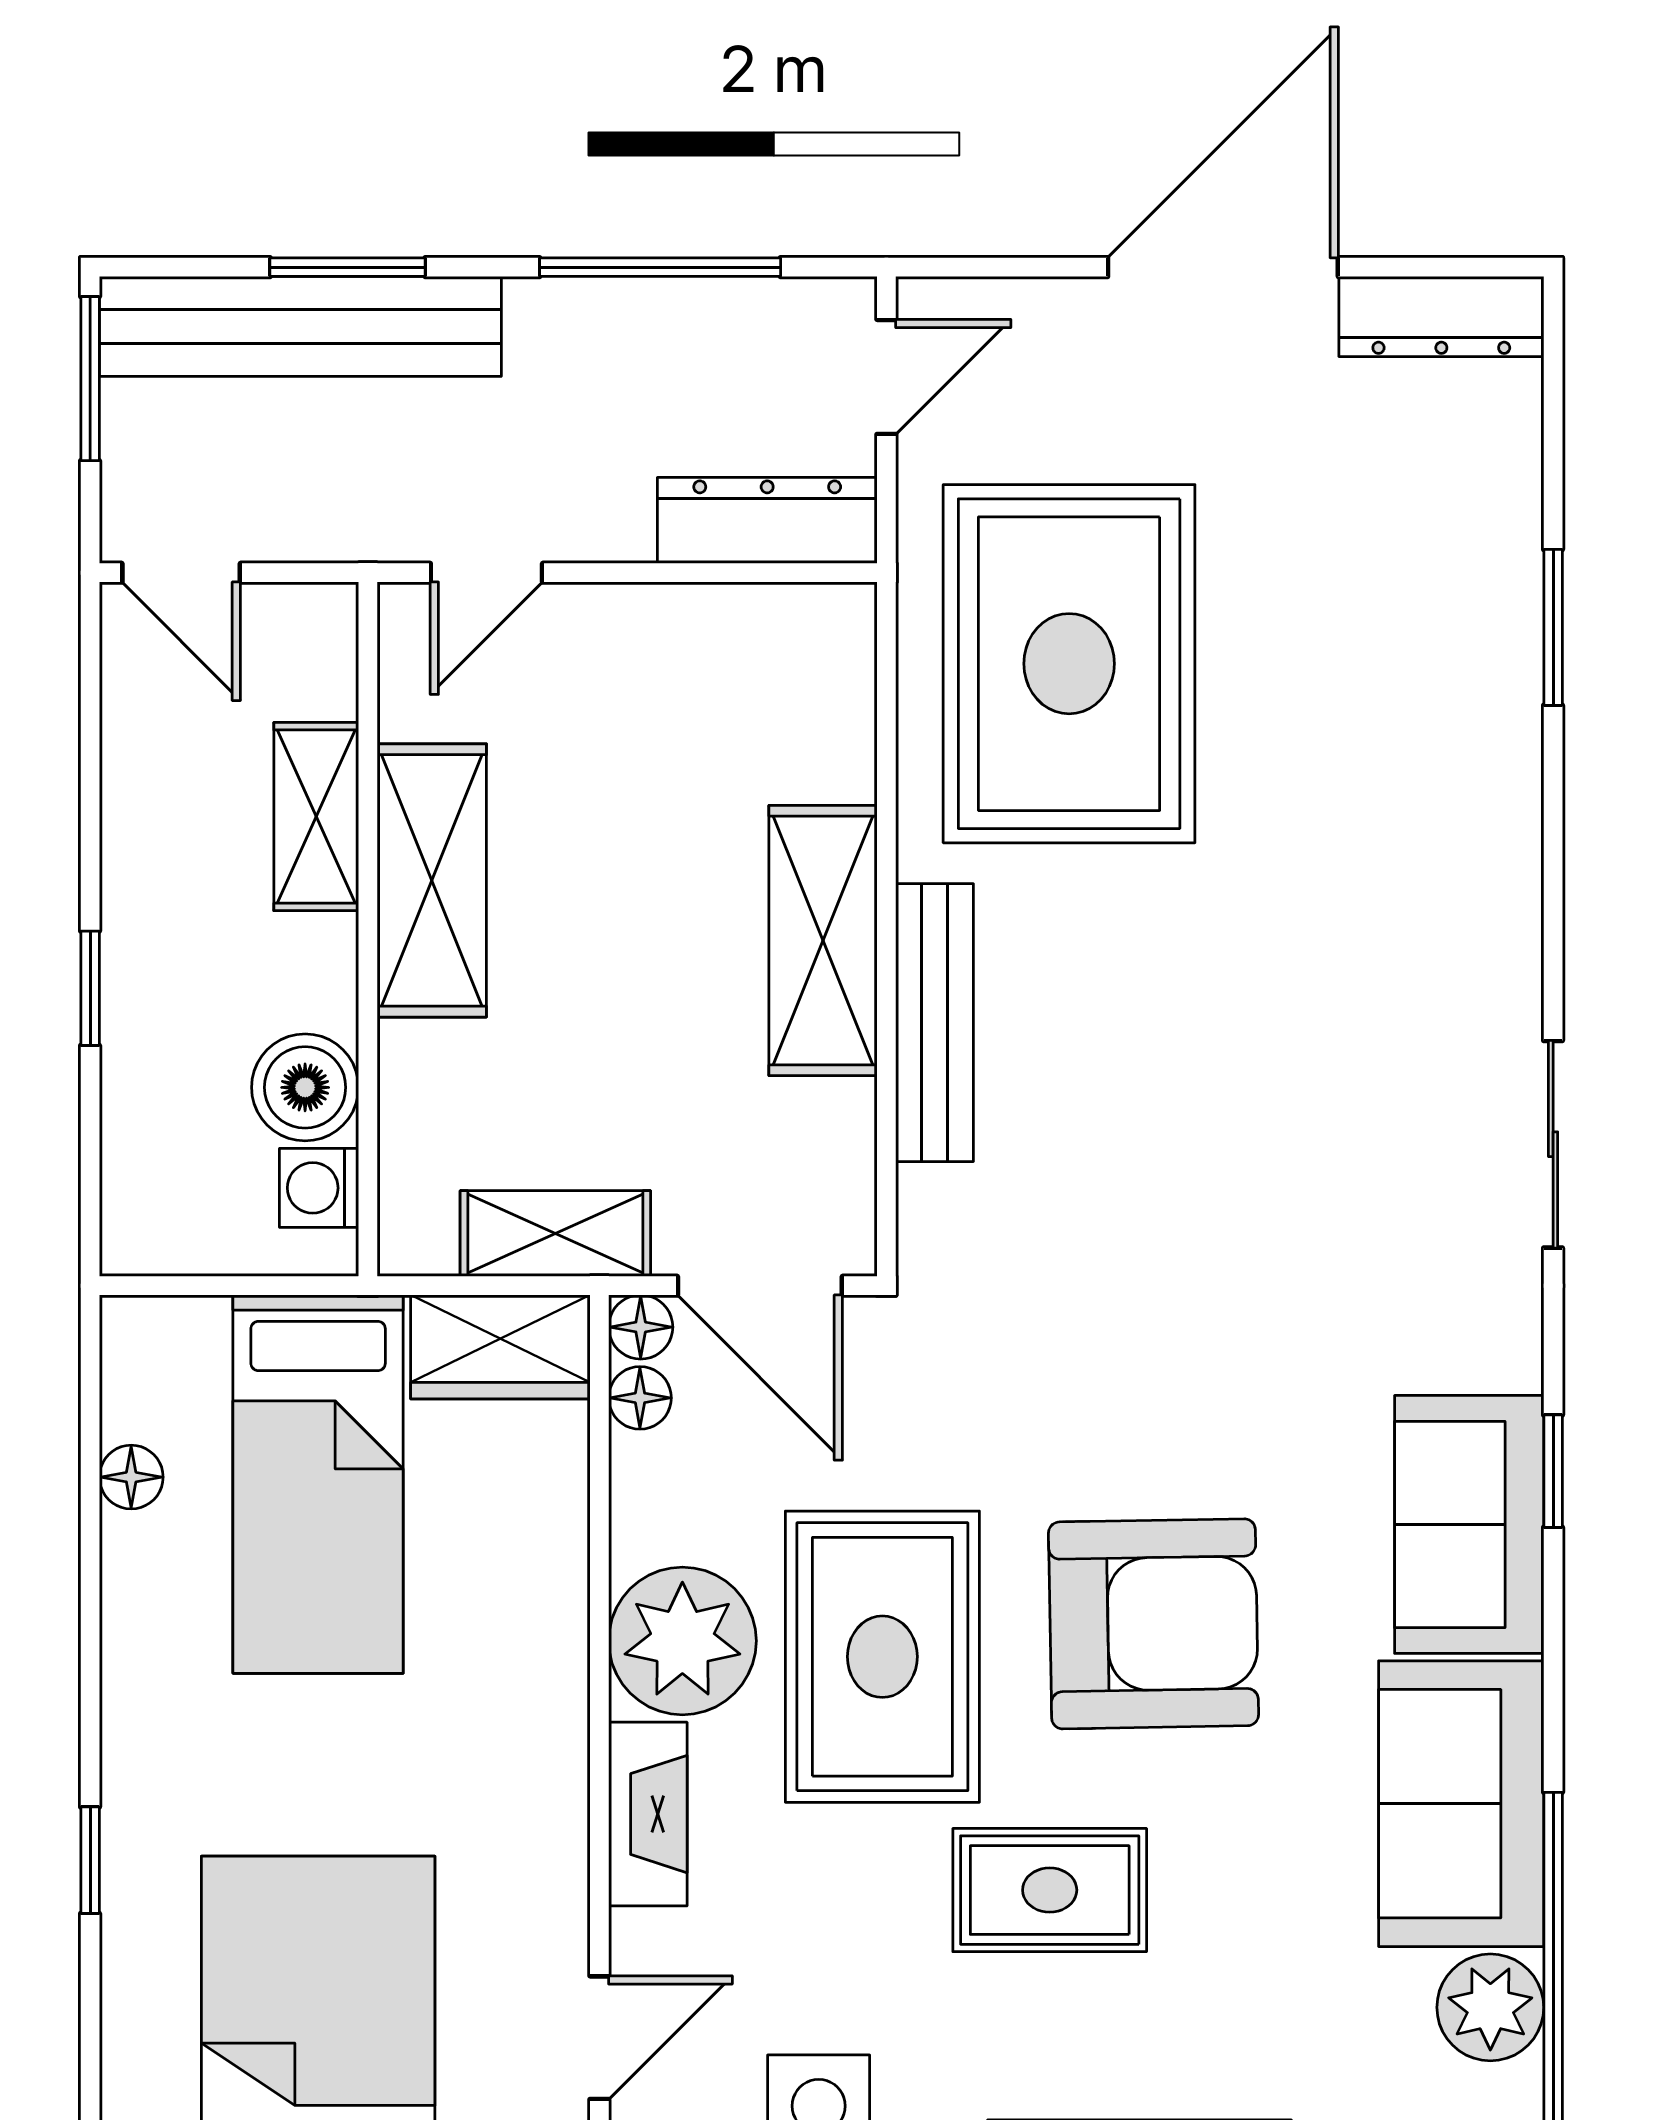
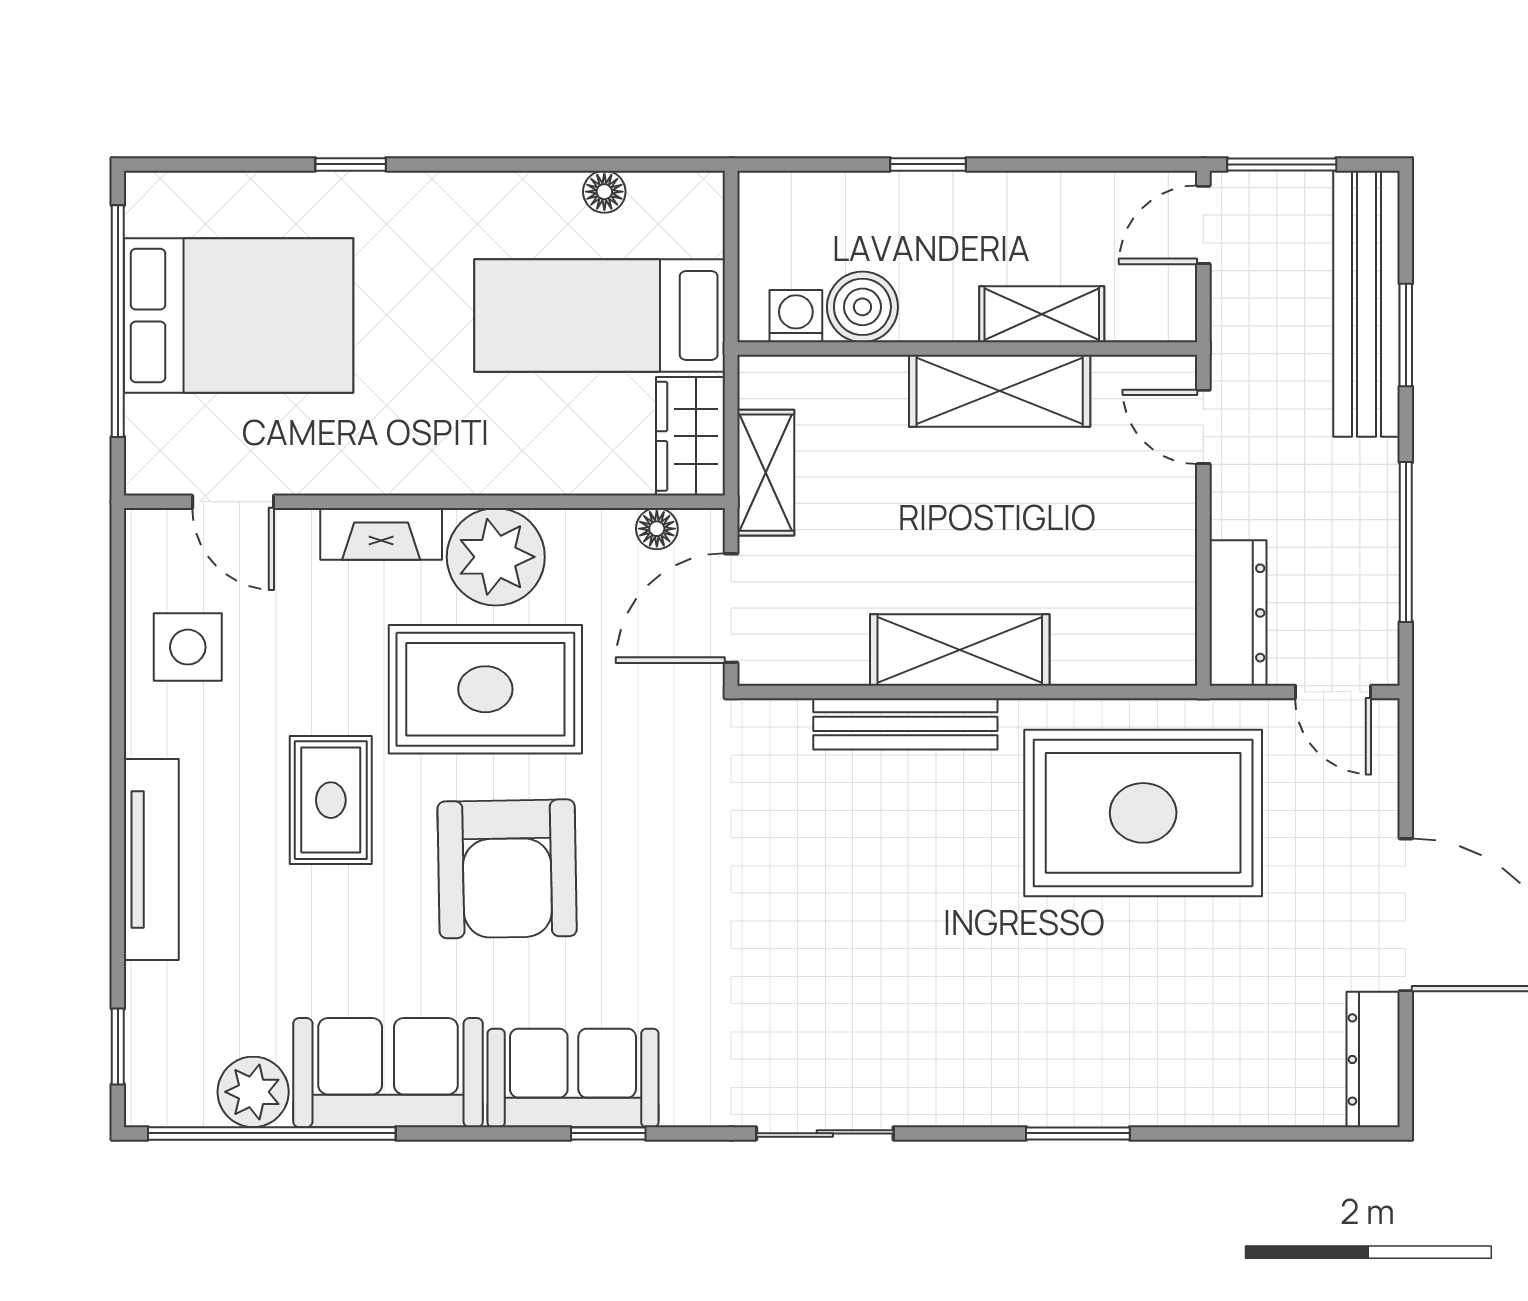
window: (90, 379) -> (1282, 164), moved
window: (1553, 627) -> (1078, 1133), moved
floor lamp: (641, 1327) -> (704, 529), removed

